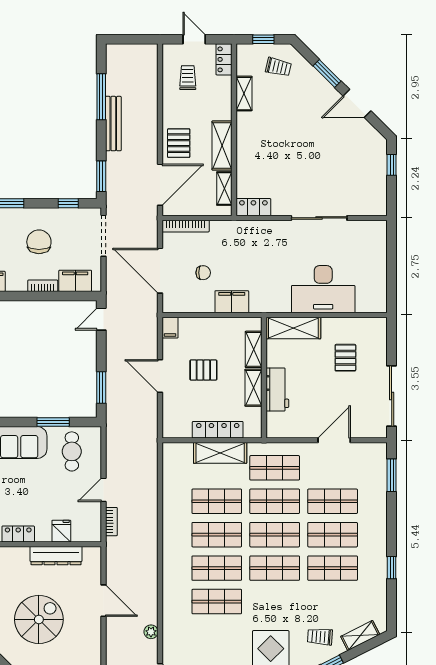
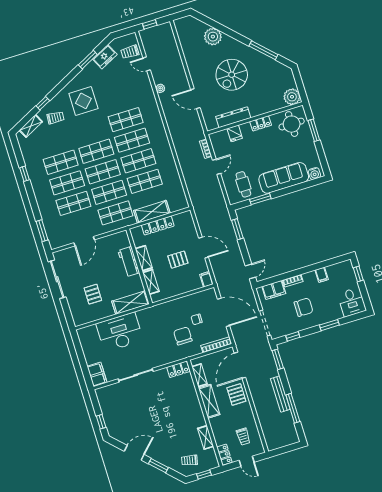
chair: (39, 242) -> (304, 307), turned -90
chair: (231, 254) -> (183, 336), added
filing cabinet: (232, 302) -> (97, 374), moved, turned -90

